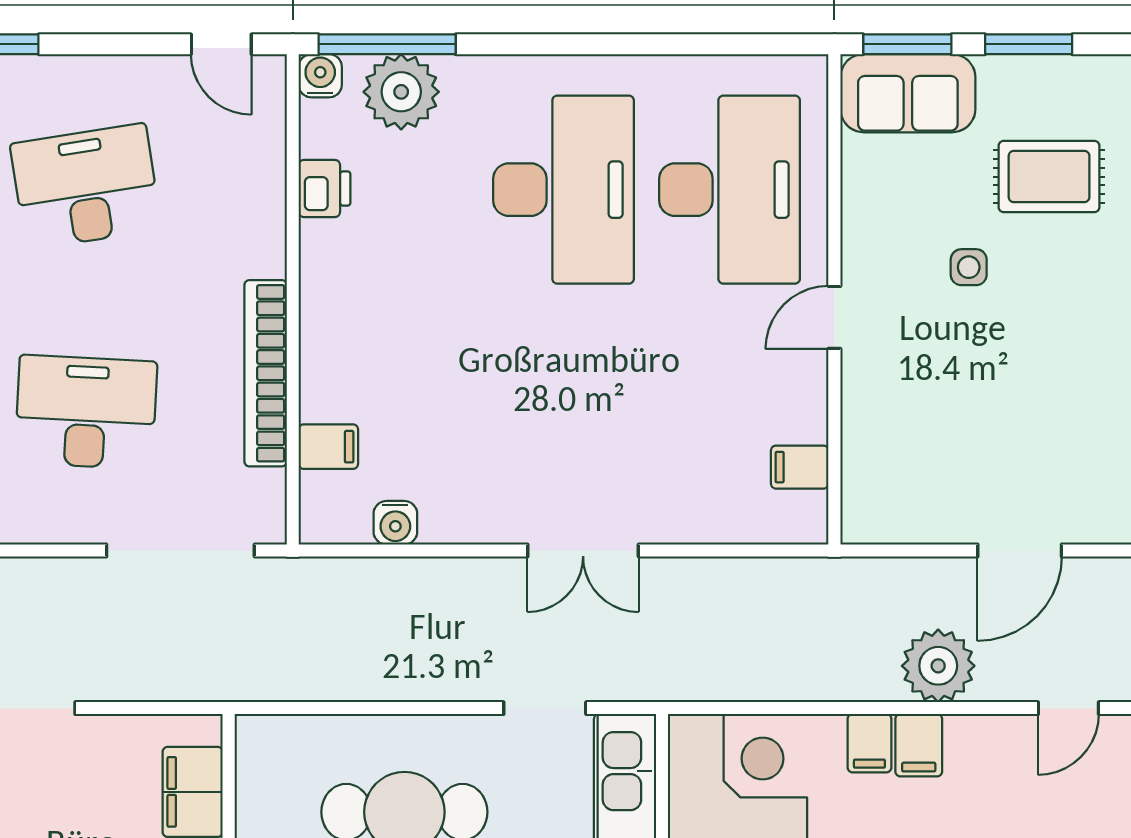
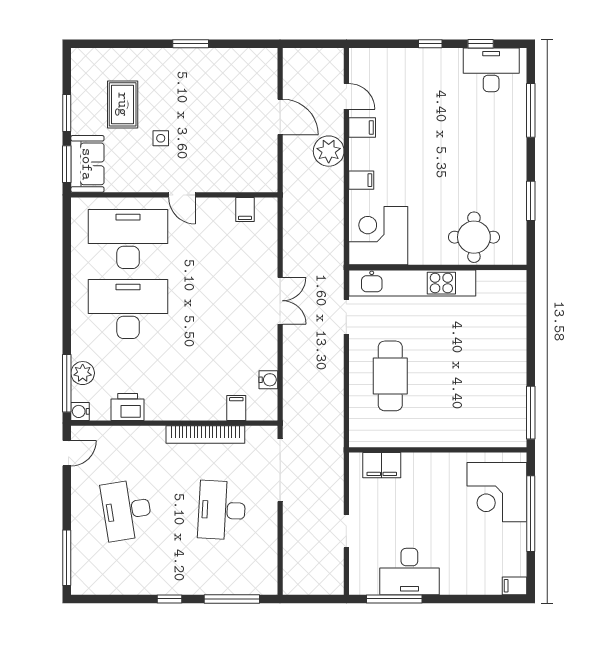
plant: (401, 92) -> (83, 373), width x0.73, depth x0.73
printer: (325, 189) -> (128, 407), width x1.36, depth x1.24
filing cabinet: (919, 745) -> (362, 127), moved

